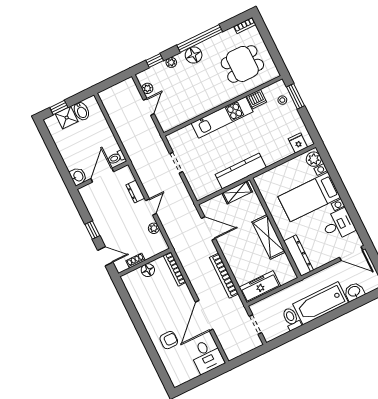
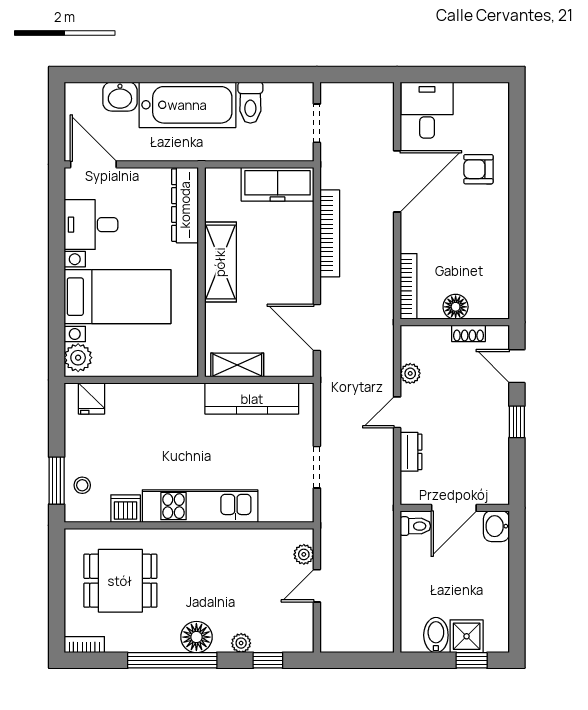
plant: (147, 88) -> (304, 554), moved
kitchen counter: (241, 171) -> (252, 399), moved

